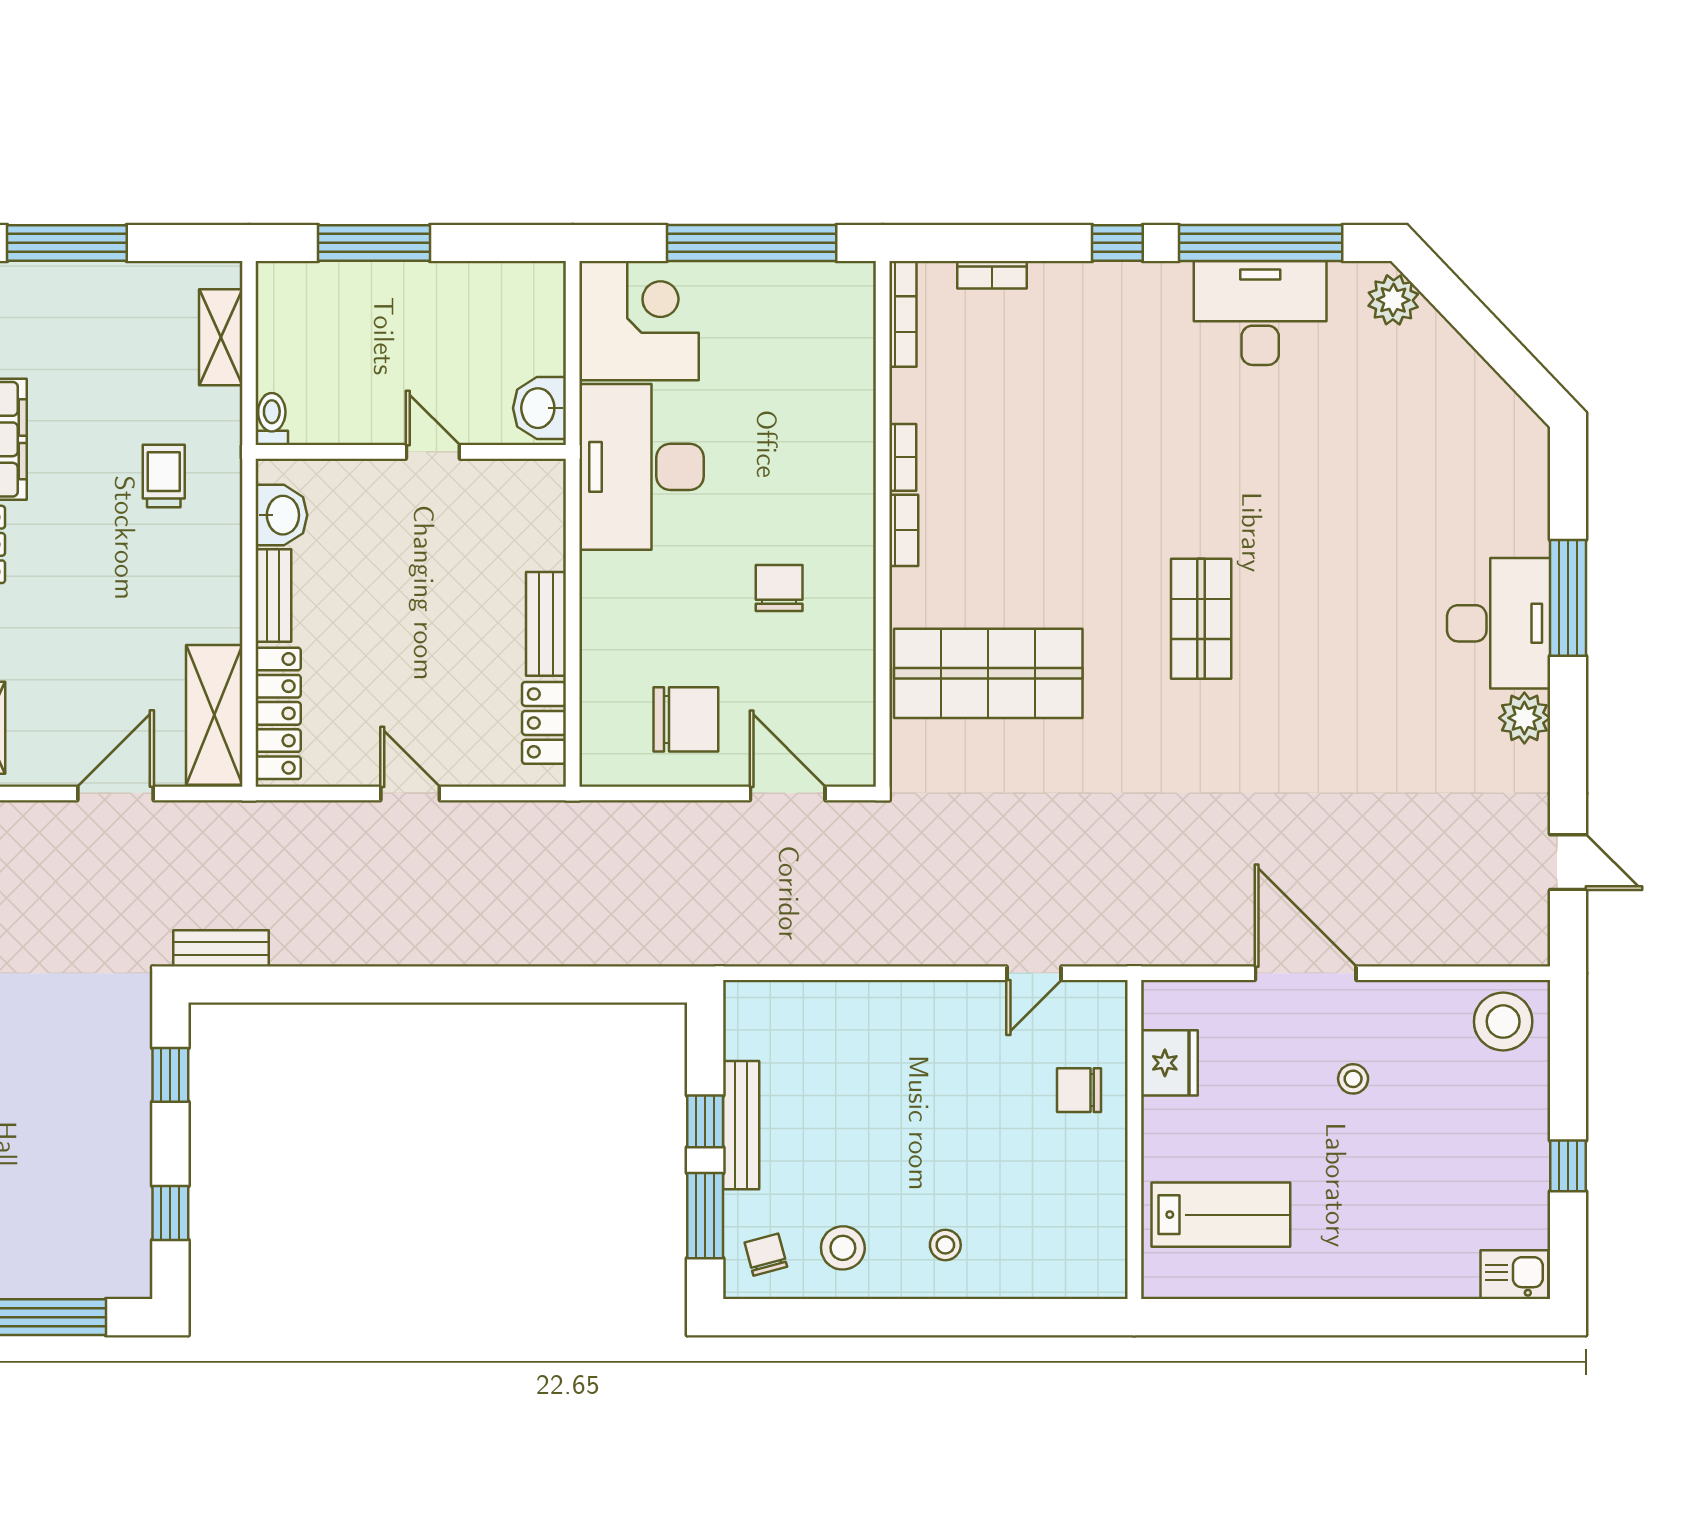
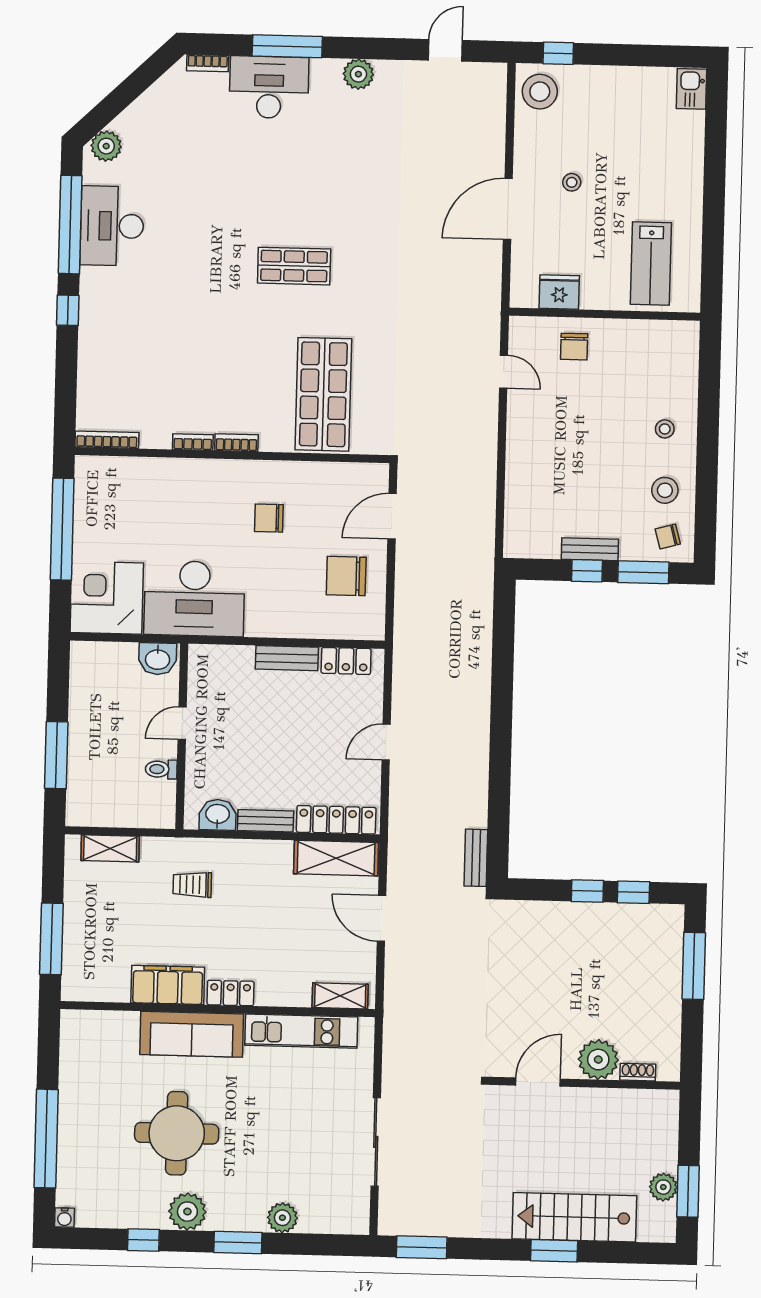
bookcase: (992, 275) -> (208, 63), moved, turned 90
toilet: (272, 419) -> (161, 769), moved
desk: (1499, 623) -> (269, 87), moved
chair: (686, 719) -> (346, 576), turned -90
window: (170, 1075) -> (587, 891), moved
bench: (741, 1125) -> (590, 549), width x0.73
window: (1568, 1166) -> (558, 53), moved
lab bench: (1221, 1215) -> (651, 264), turned 180

